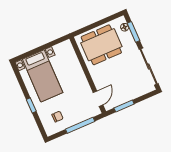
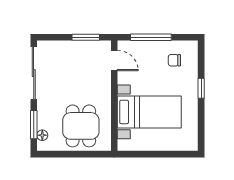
dining table: (101, 45) -> (81, 126), width x0.73
bed with nightstands: (43, 76) -> (149, 112), moved, turned 90
door: (98, 99) -> (114, 61), swing flipped

